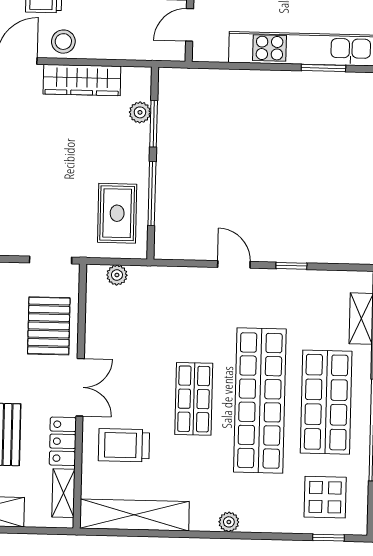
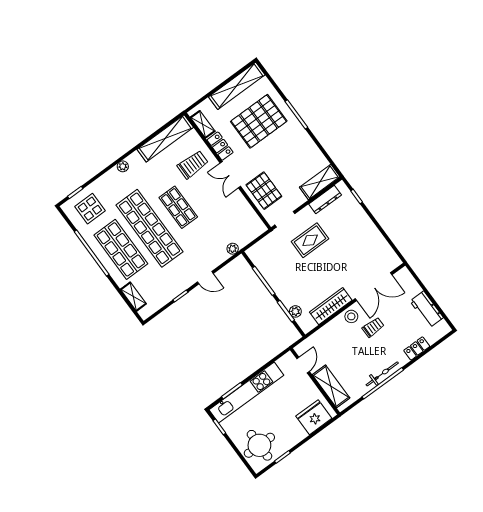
rug: (117, 213) -> (310, 240), moved, turned 90
plant: (117, 275) -> (233, 249), moved

